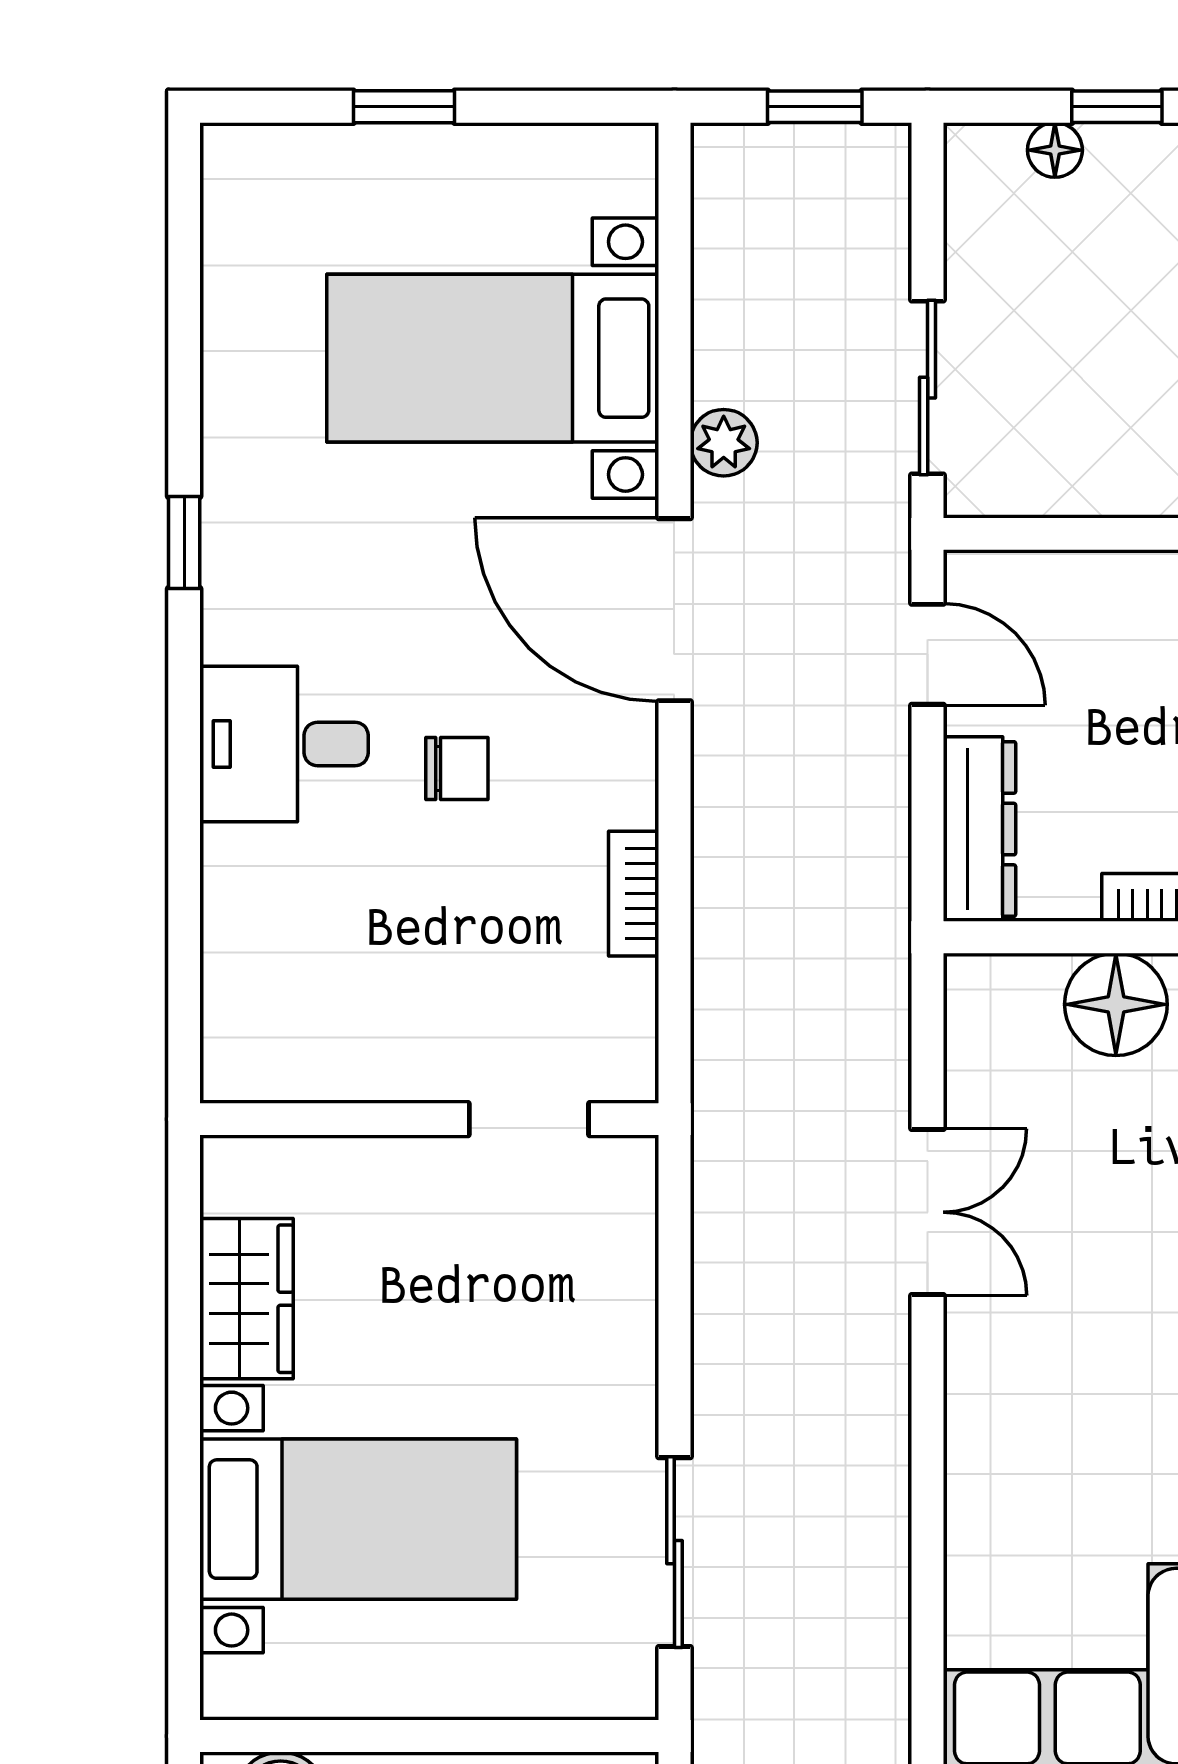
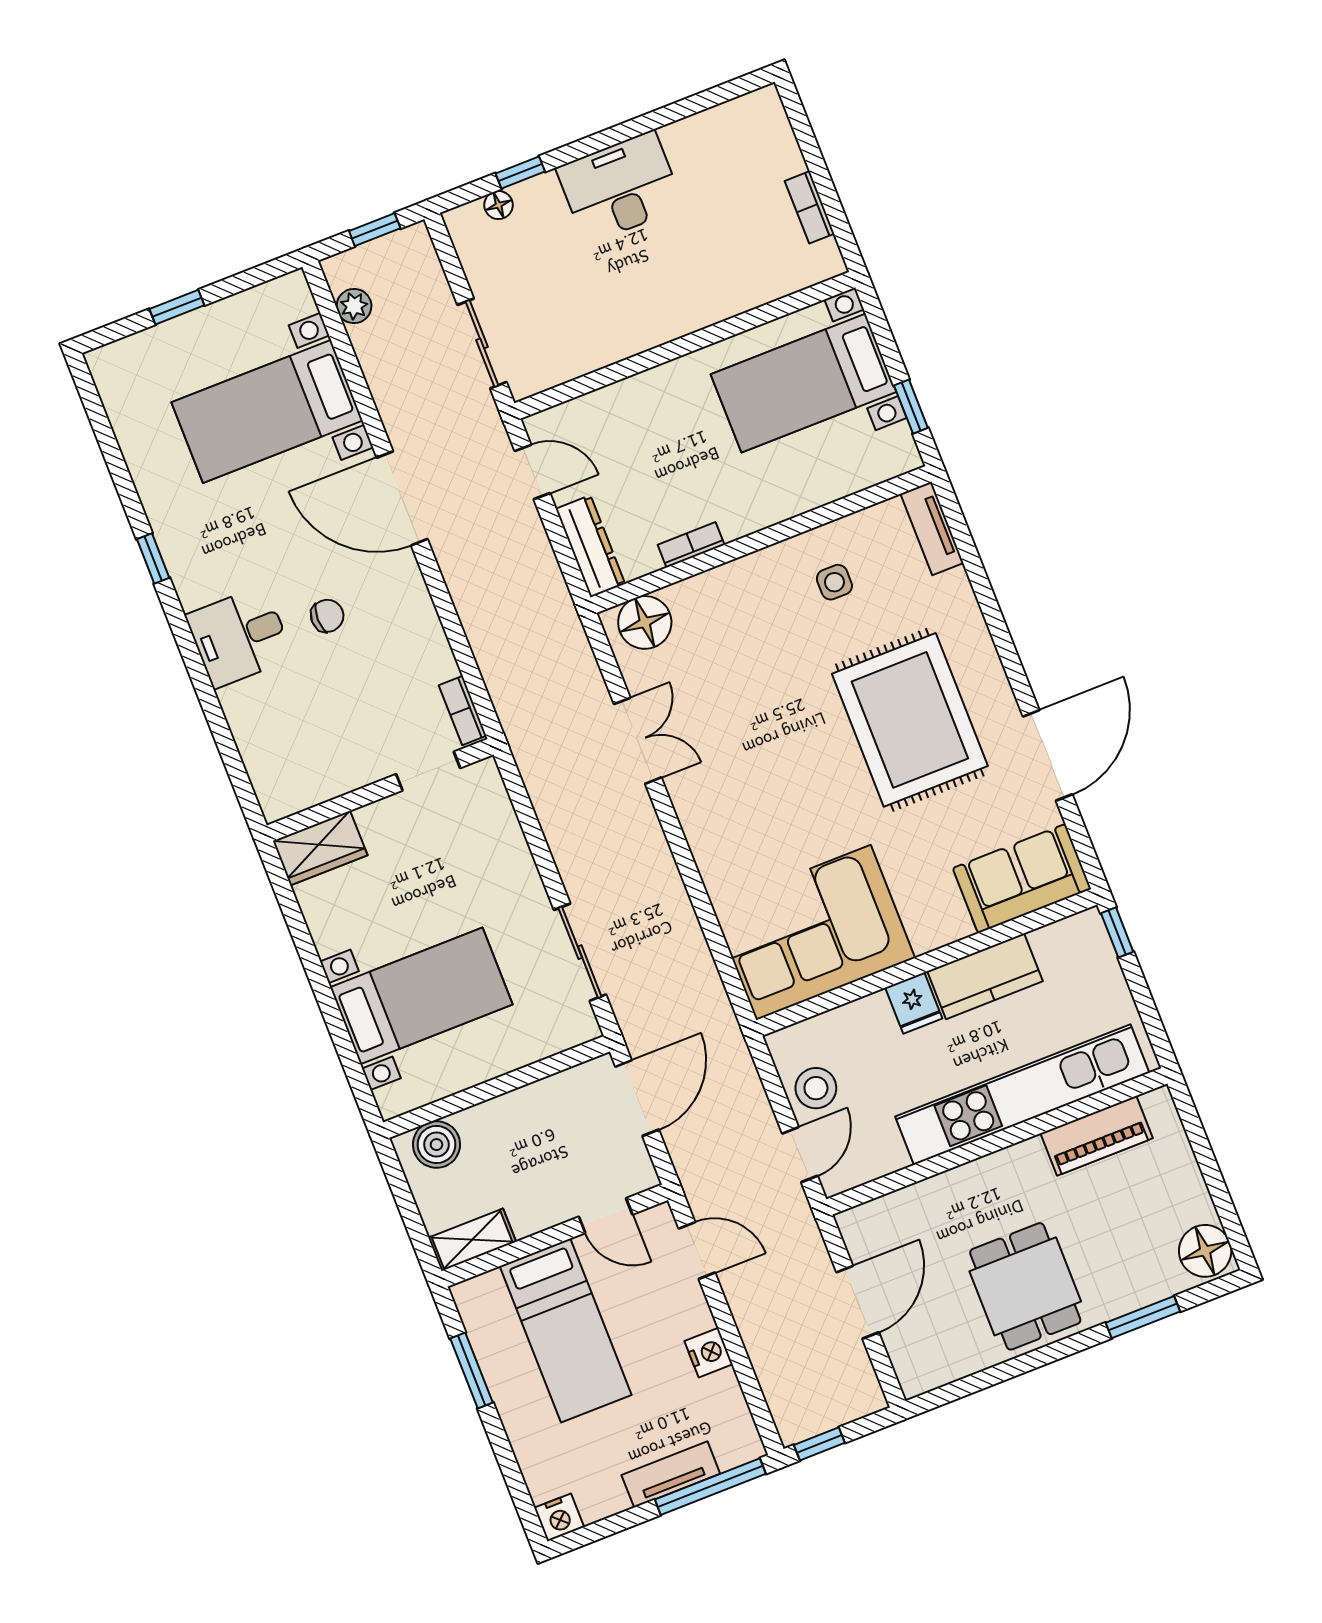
plant: (724, 443) -> (354, 306), moved
bookcase: (634, 894) -> (463, 710), moved
floor lamp: (1116, 1004) -> (645, 622), moved
wardrobe: (246, 1299) -> (320, 848), moved, turned 90

